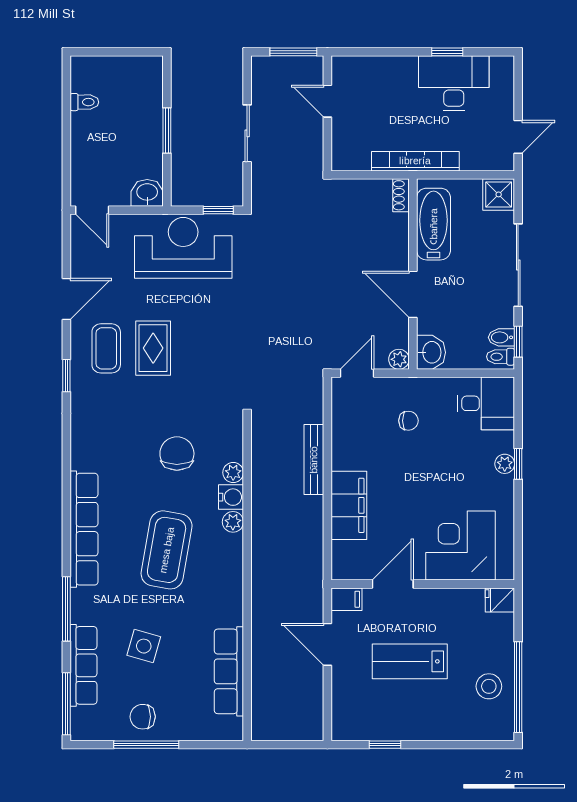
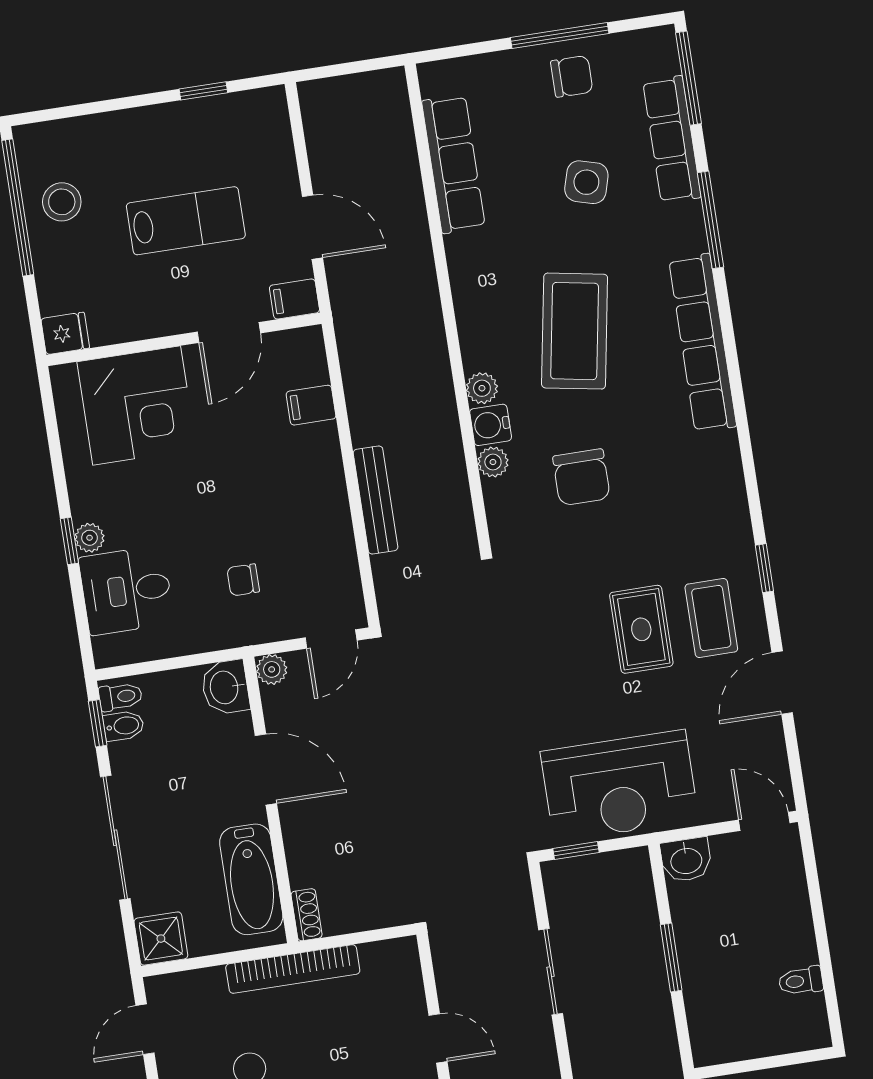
desk: (486, 403) -> (126, 590), moved
filing cabinet: (349, 505) -> (311, 405), width x0.33, depth x0.86

